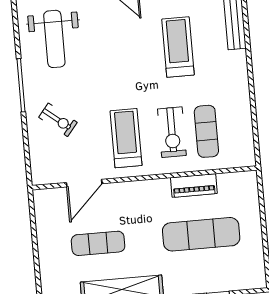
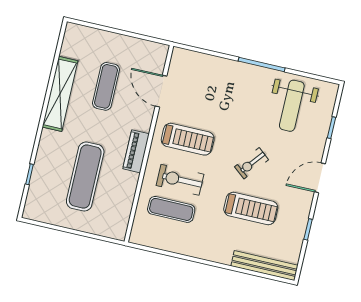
weight bench: (54, 39) -> (292, 106), turned -90
exercise bike: (58, 120) -> (252, 163), moved
piano: (194, 186) -> (136, 151), moved

